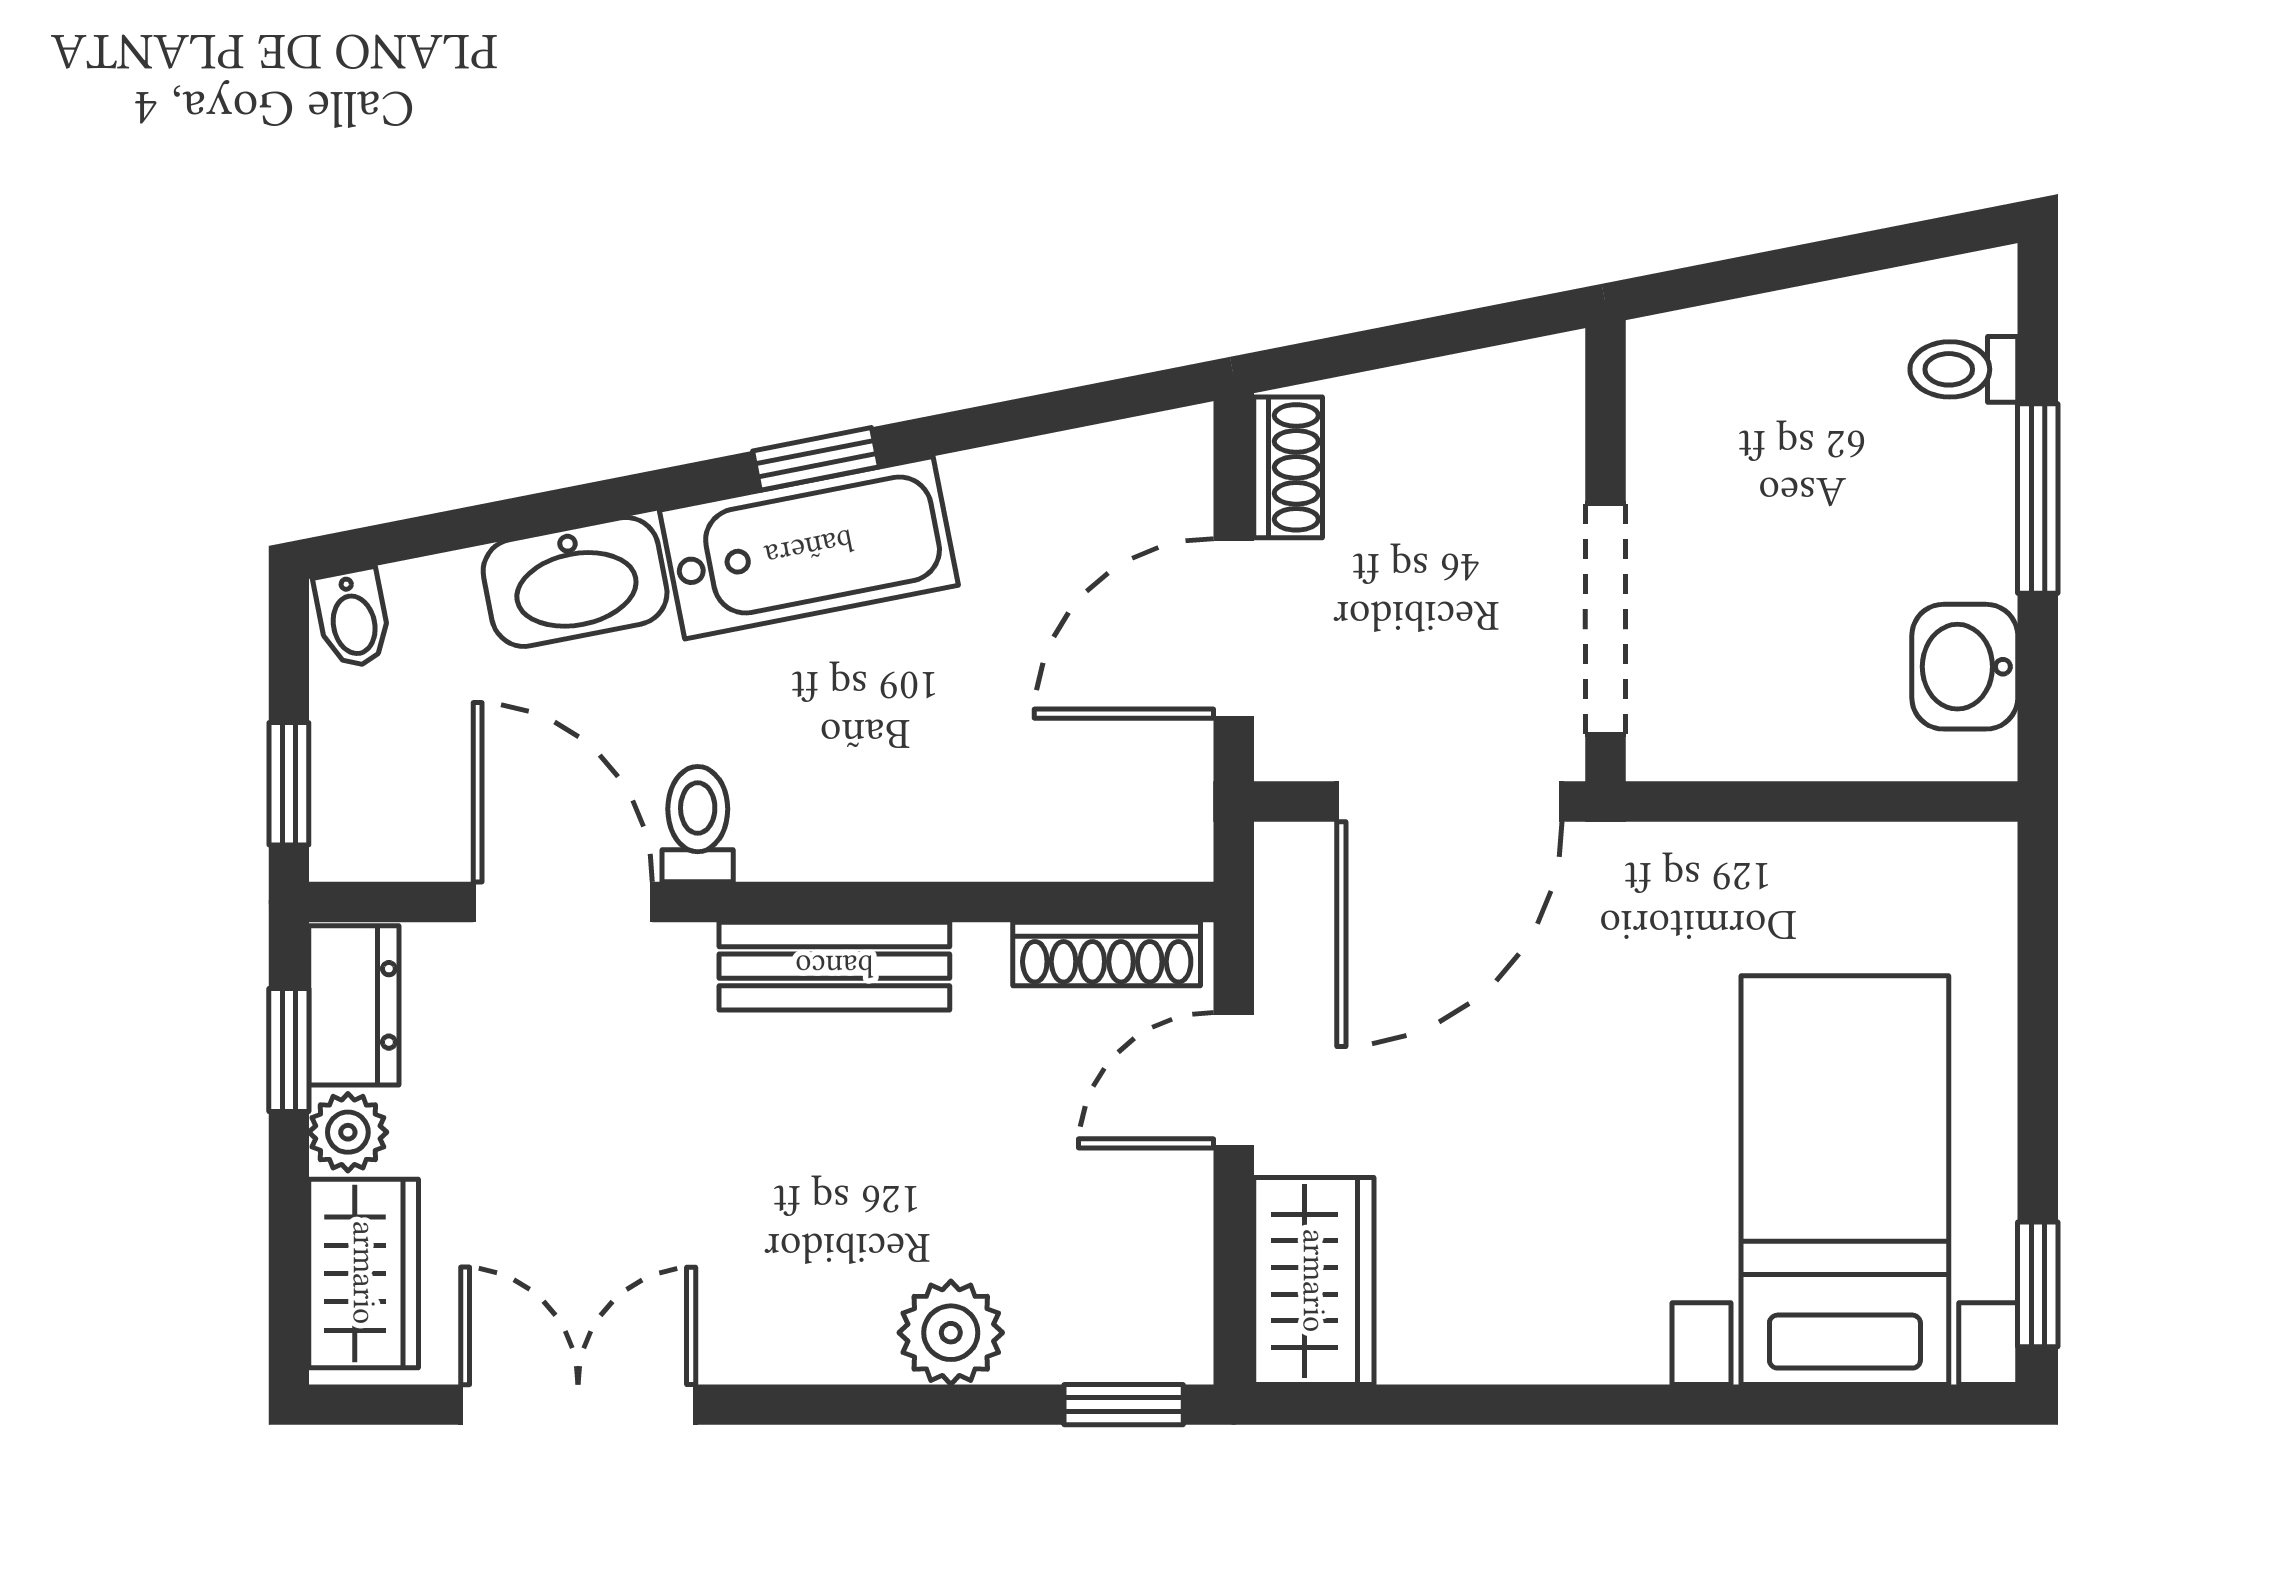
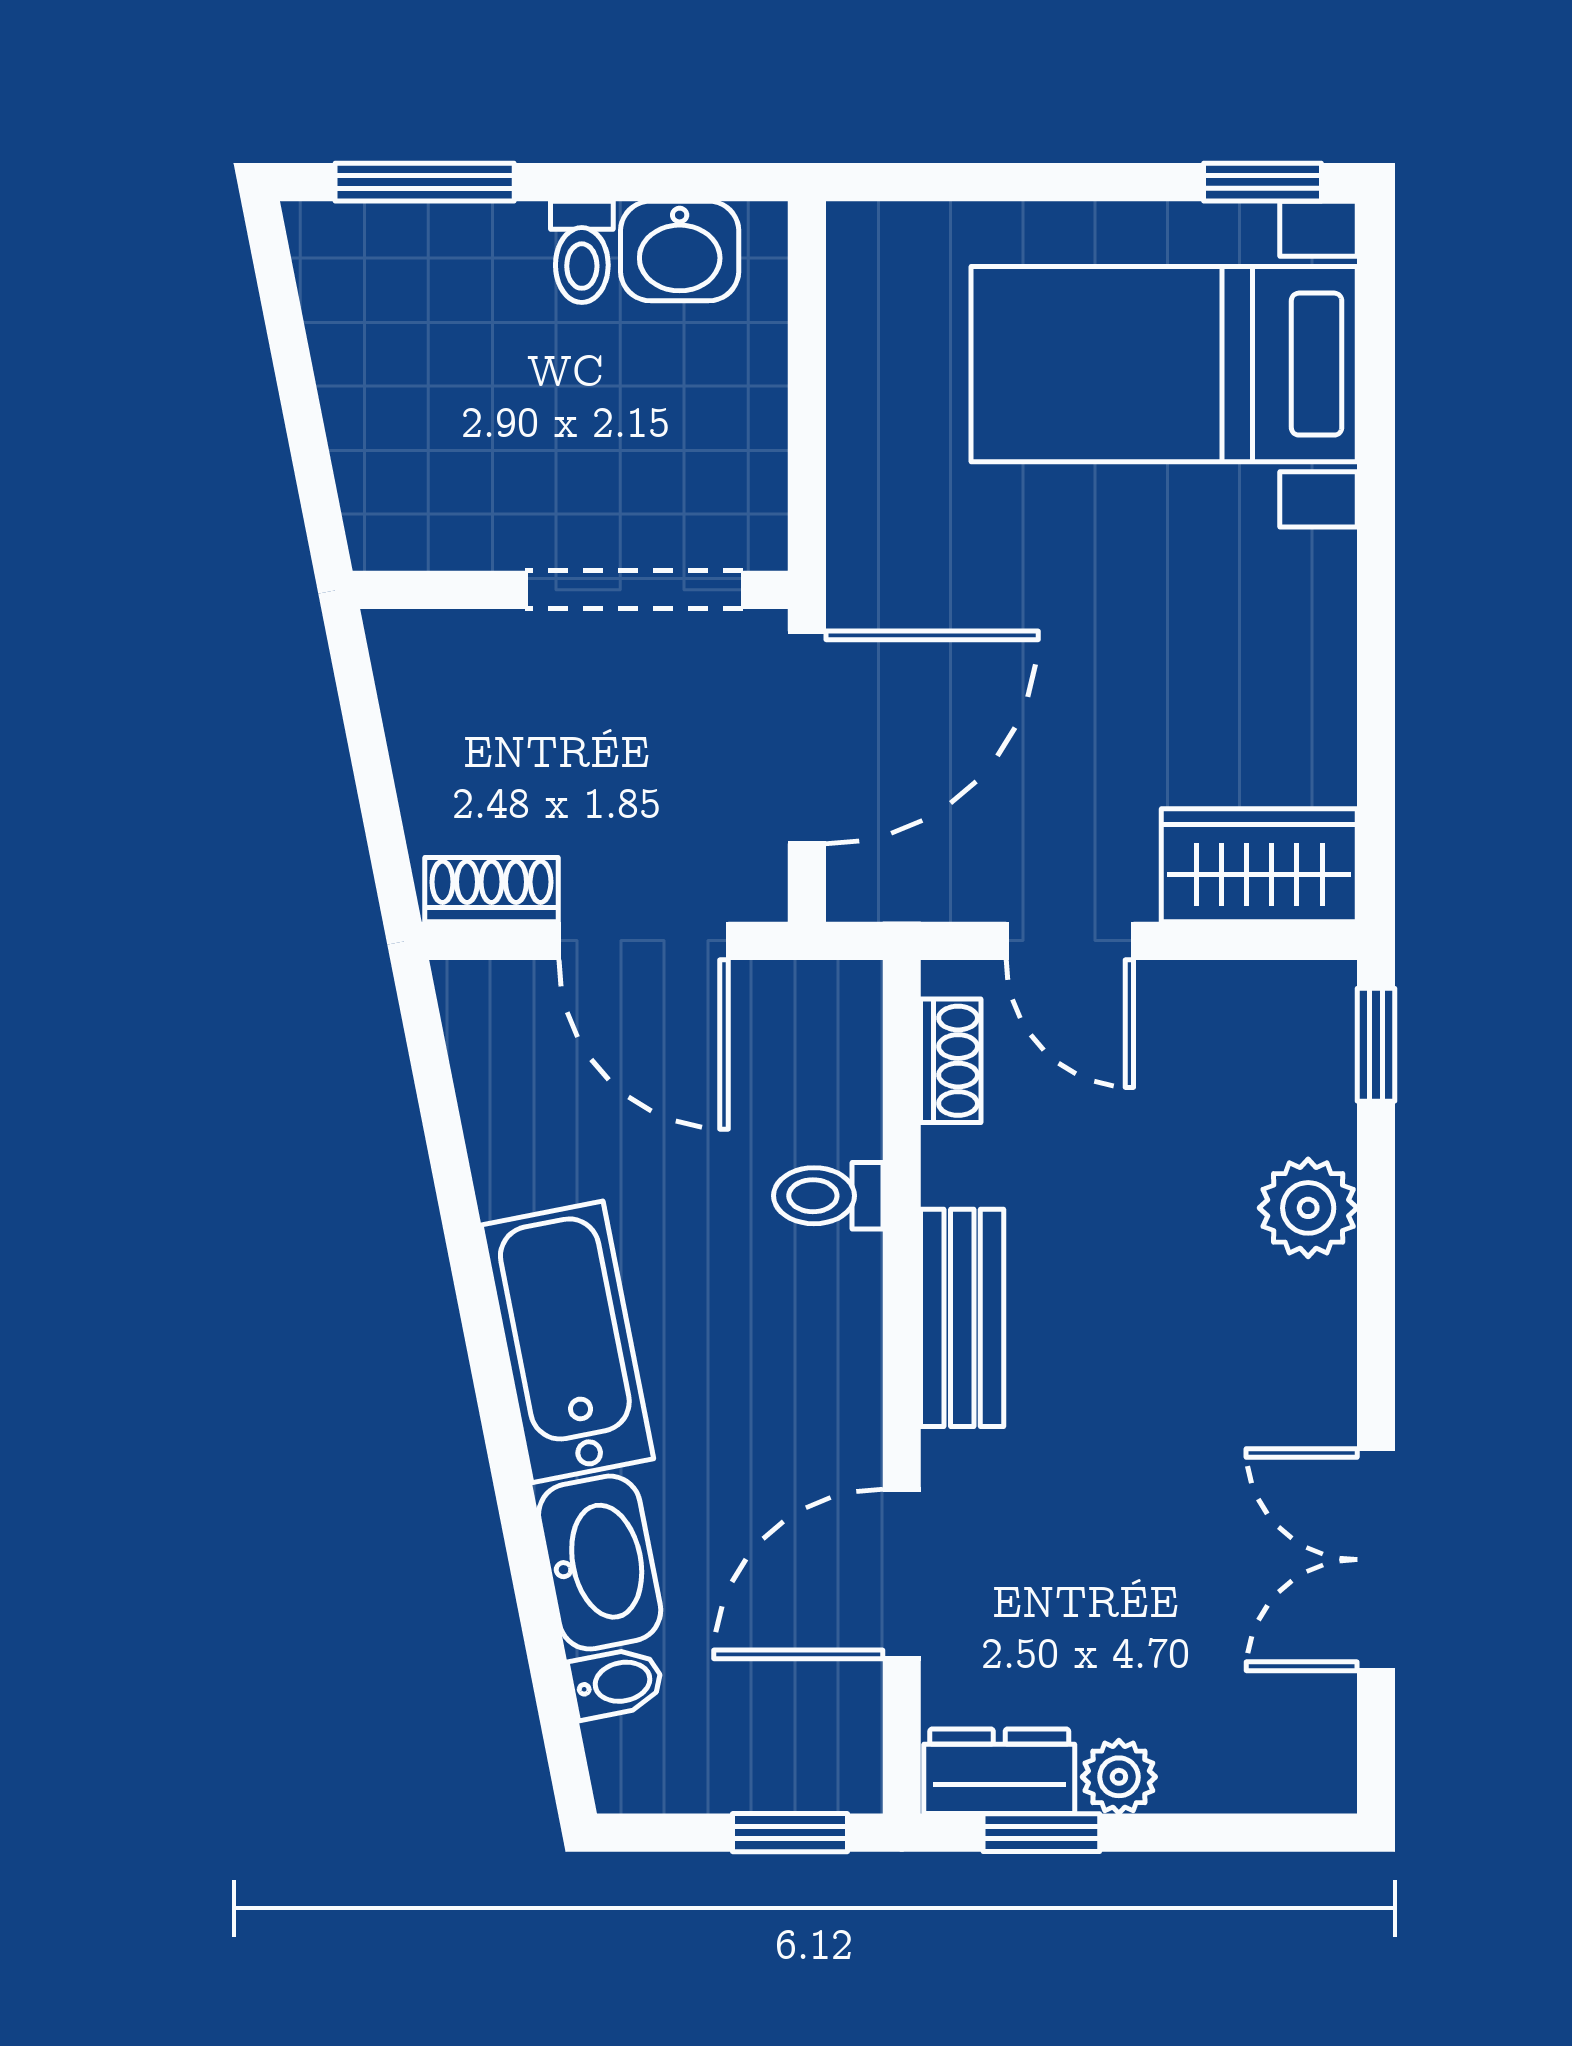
toilet: (1964, 369) -> (582, 252), moved
window: (816, 459) -> (483, 1335), removed
window: (2038, 498) -> (425, 182), moved
bidet: (353, 618) -> (616, 1683), moved
door: (1449, 802) -> (807, 737), hinge flipped
toilet: (698, 824) -> (828, 1196), moved
shoe rack: (1107, 954) -> (951, 1061), width x0.70
wardrobe: (364, 1273) -> (1252, 1762), removed

